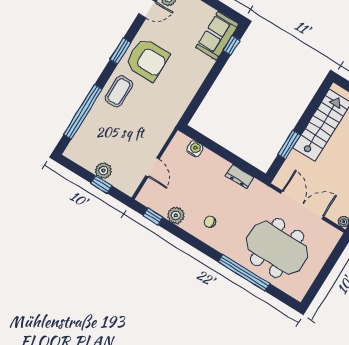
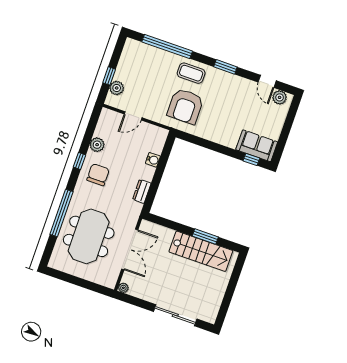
armchair: (147, 60) -> (185, 106), moved
window: (289, 145) -> (205, 237), moved
water cooler: (195, 149) -> (153, 160), moved
plant: (103, 171) -> (117, 88), moved
window: (153, 216) -> (80, 161), moved
chair: (210, 222) -> (98, 175), width x1.87, depth x1.87

